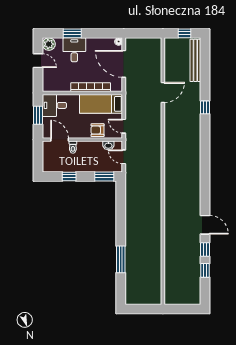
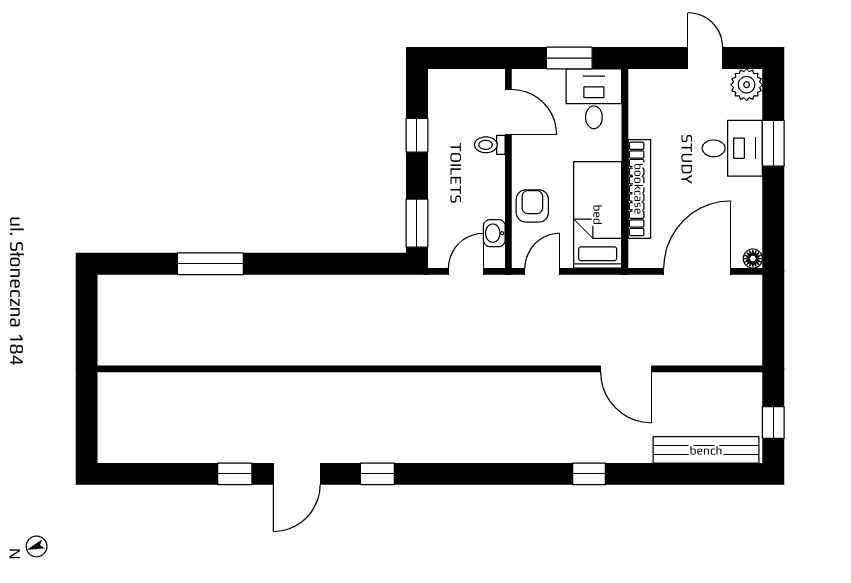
door: (38, 61) -> (705, 58), swing flipped
door: (60, 140) -> (508, 112), hinge flipped
window: (205, 270) -> (377, 474), moved

